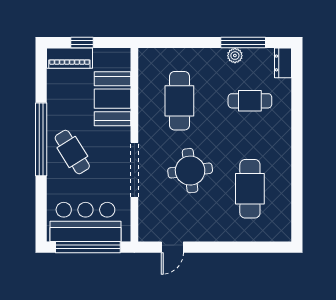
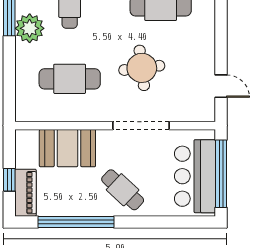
plant: (235, 56) -> (30, 28), width x1.88, depth x1.88
window: (41, 139) -> (76, 222), moved
cafe table: (72, 152) -> (123, 190), turned 75

